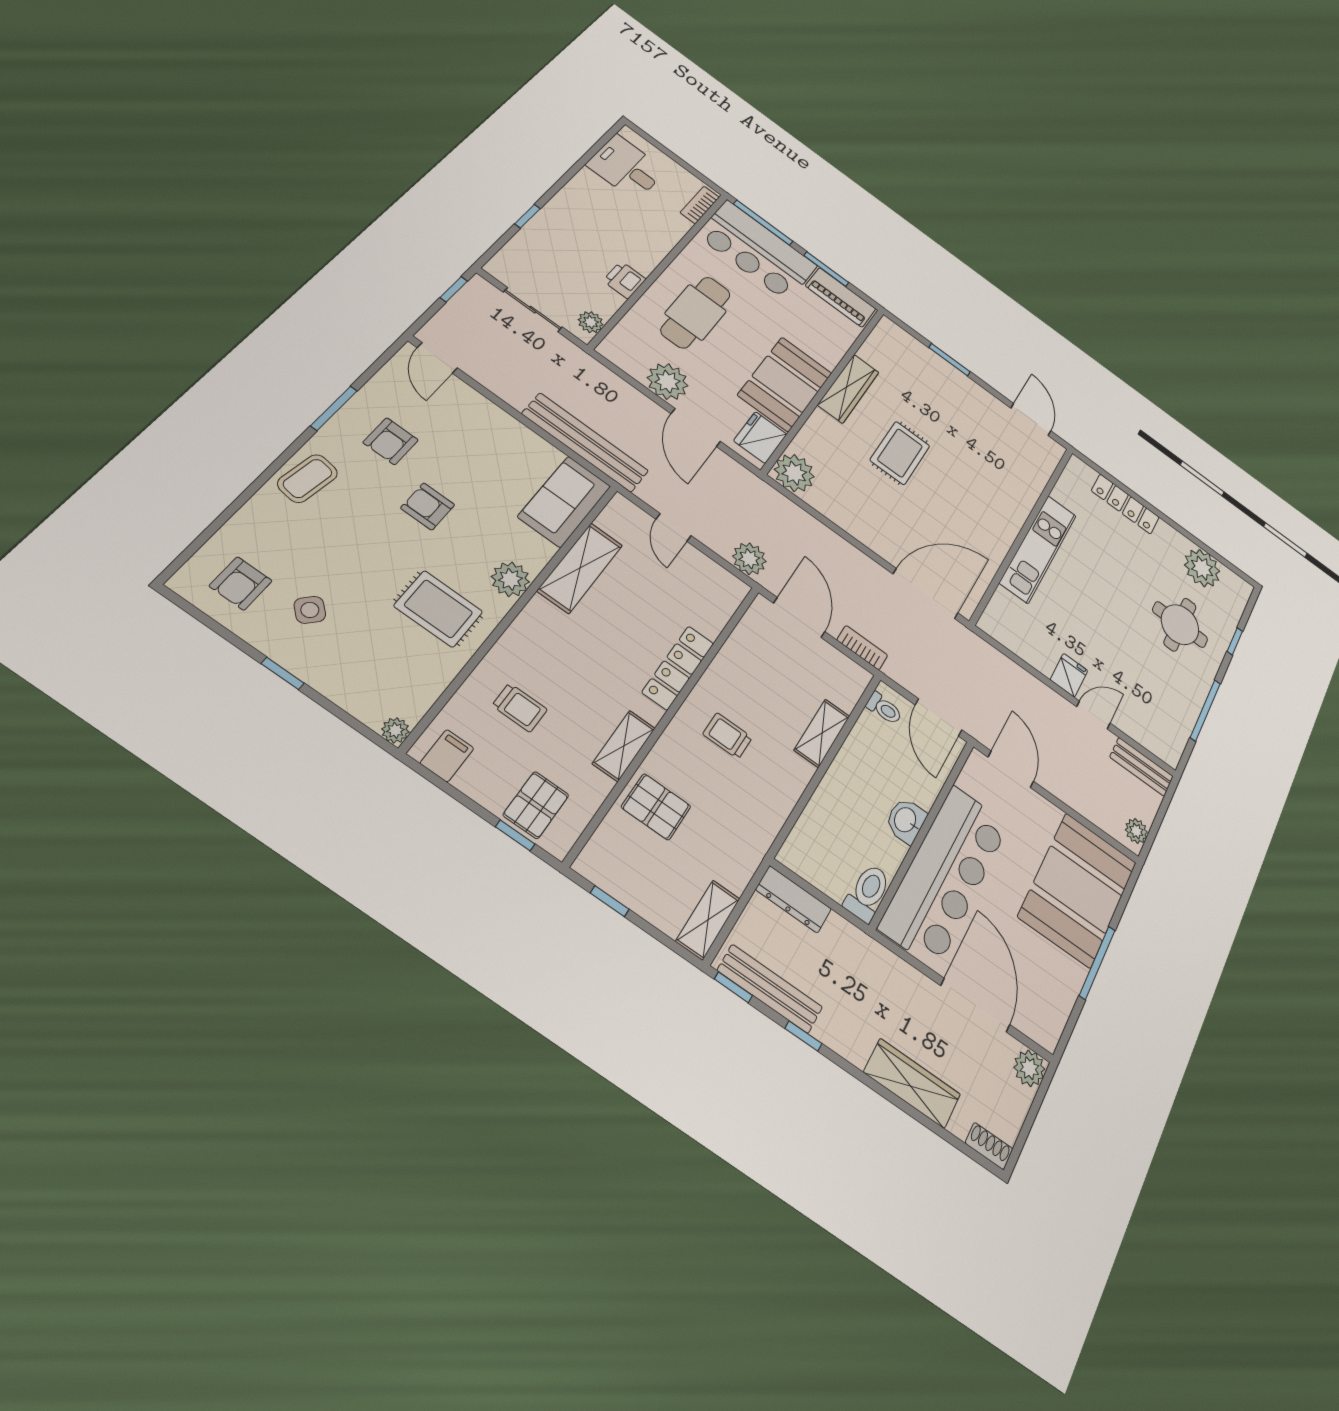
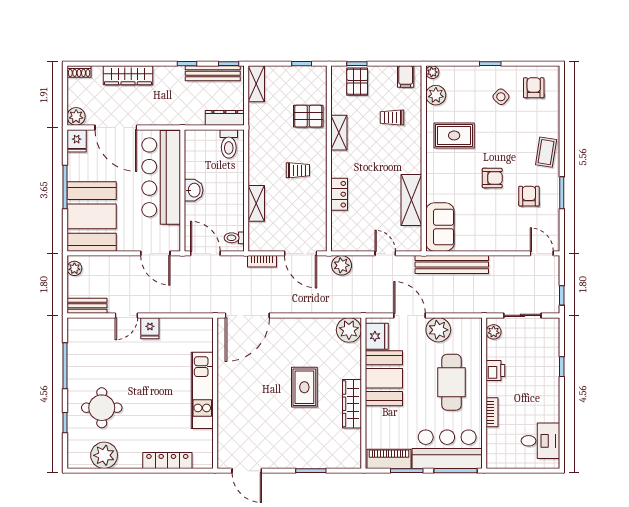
bookcase: (700, 205) -> (492, 412), moved
plant: (510, 579) -> (436, 95), moved
locker: (678, 668) -> (339, 194), width x0.66
toilet: (868, 893) -> (229, 144), moved
fridge: (1047, 1026) -> (77, 141), added

